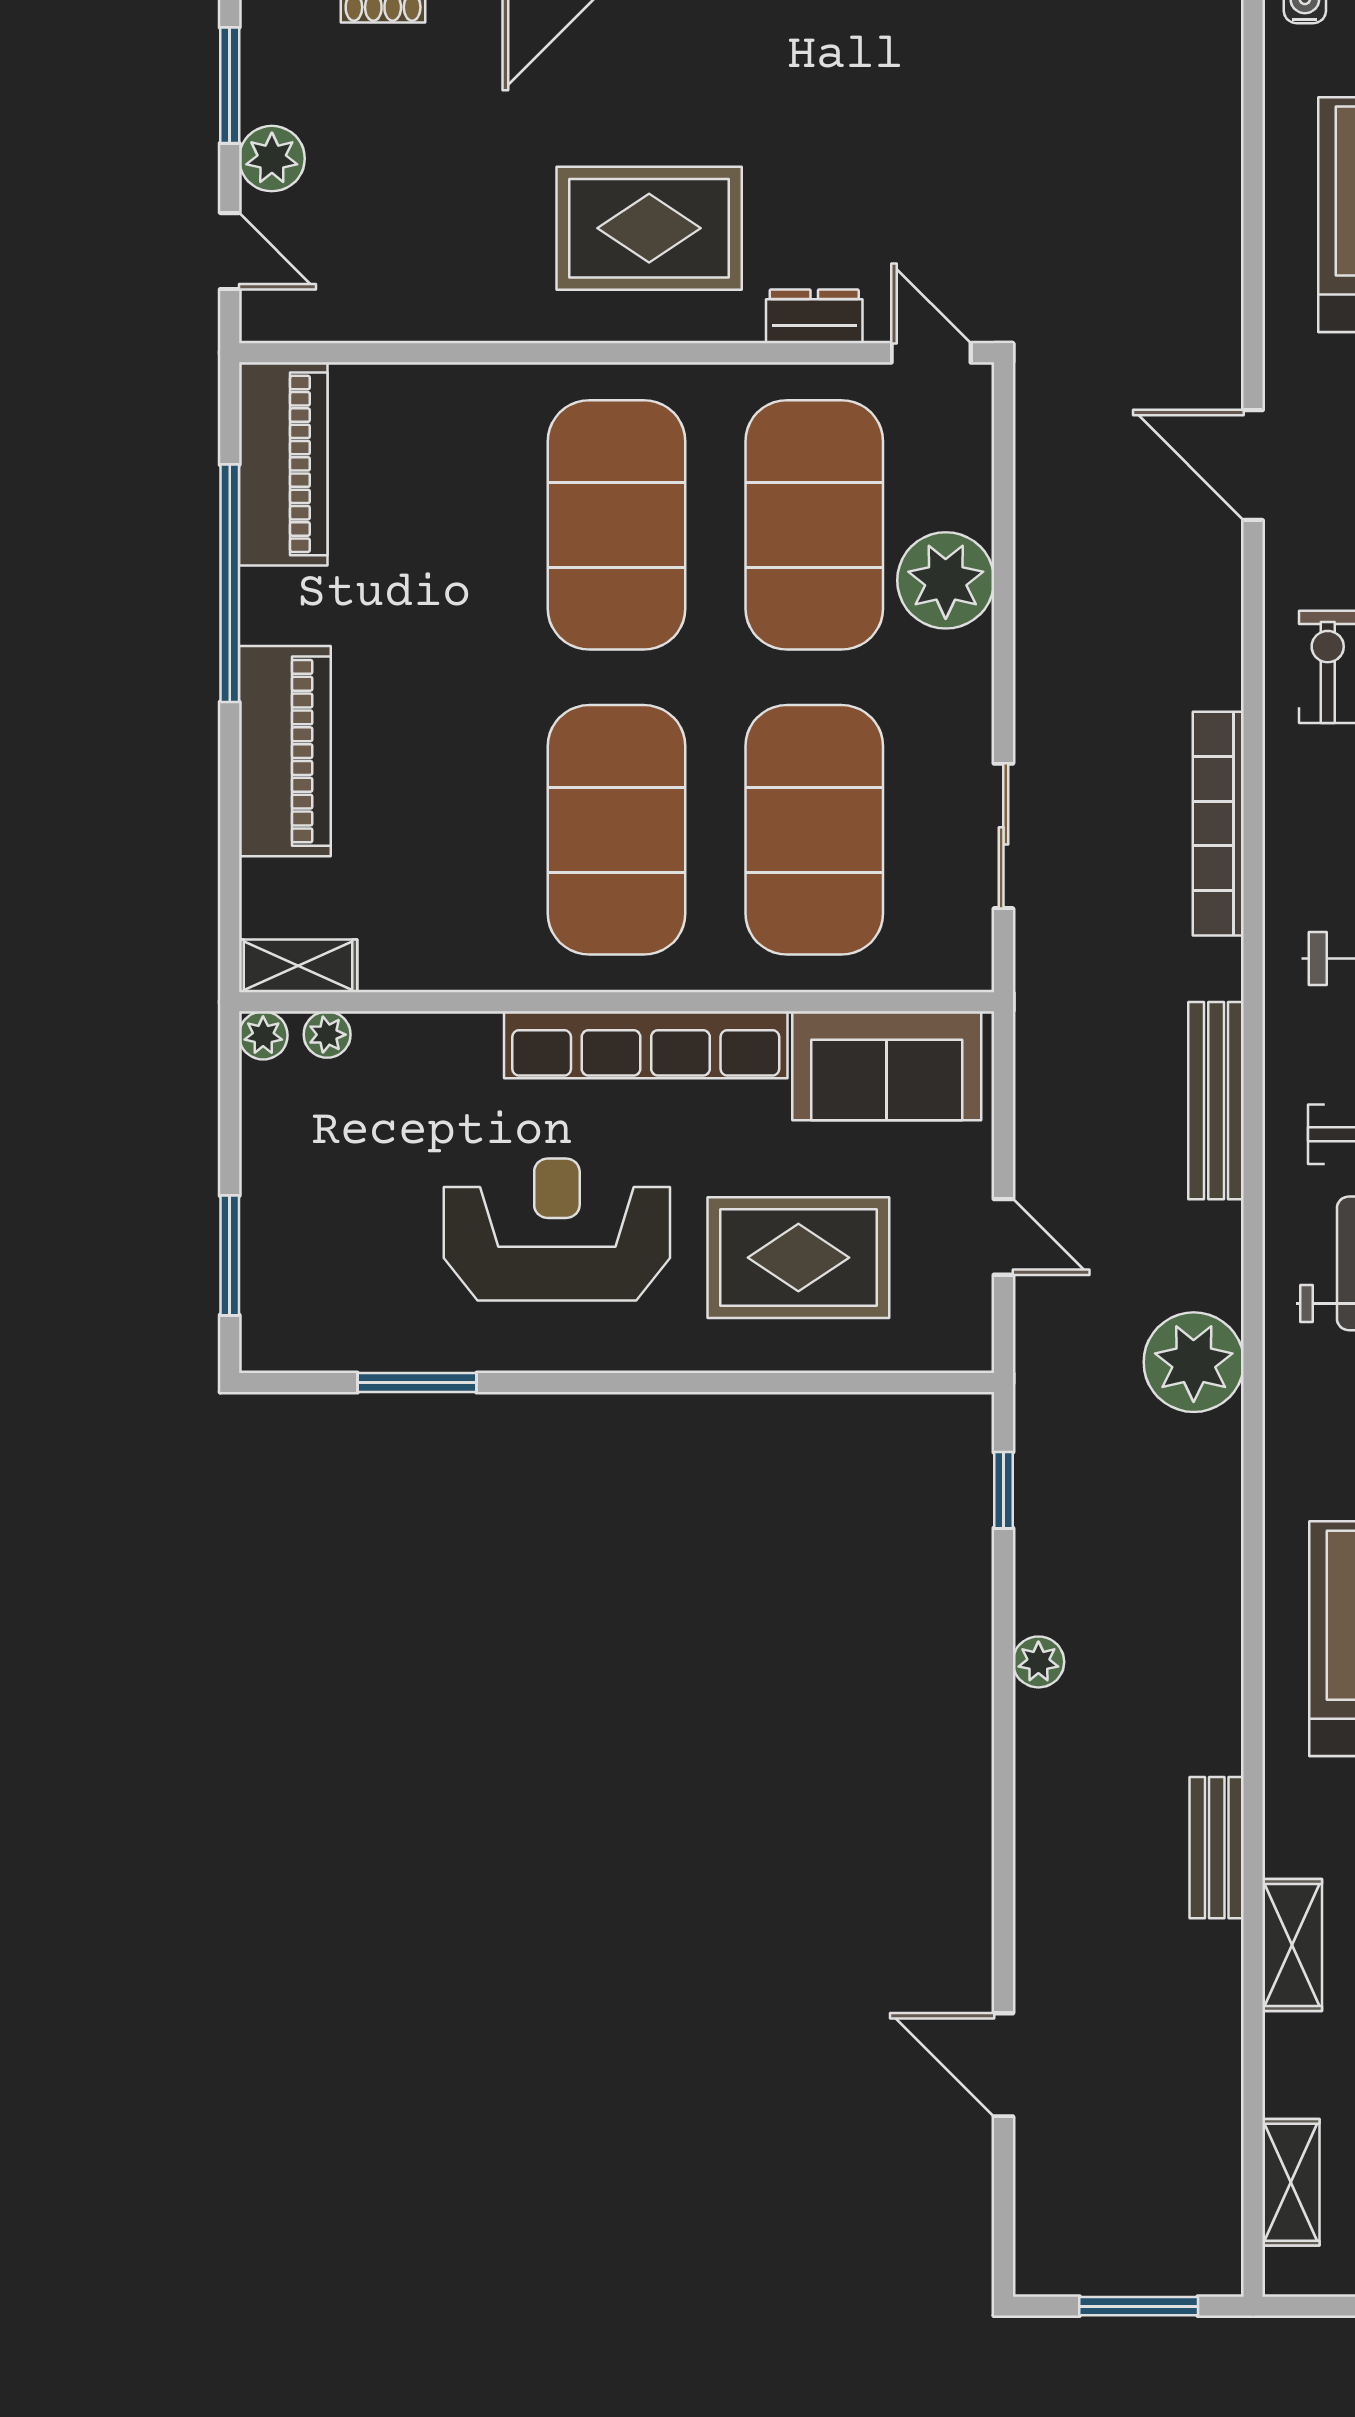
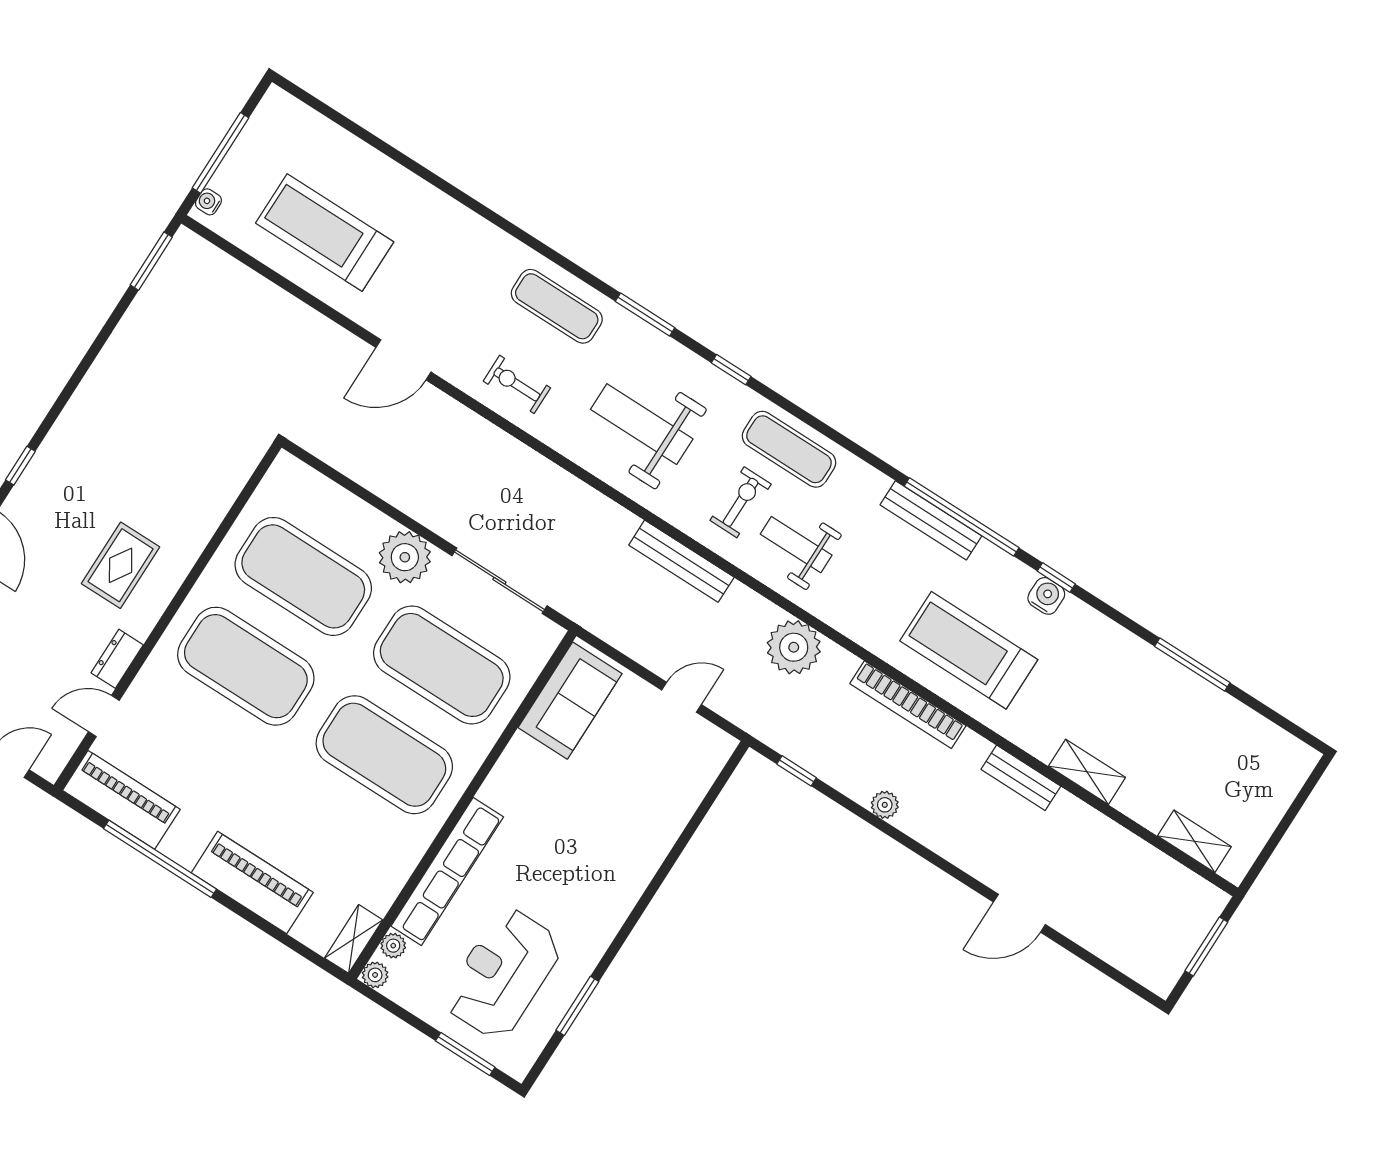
rug: (649, 228) -> (121, 565), width x0.73, depth x0.70
dresser: (814, 316) -> (117, 659), moved
door: (931, 353) -> (104, 716), moved
plant: (946, 580) -> (405, 557), moved
bookcase: (1218, 824) -> (908, 705), moved
sliding door: (1003, 836) -> (499, 581), width x1.37
row of seats: (646, 1045) -> (447, 871), moved
reception desk: (557, 1230) -> (503, 974), moved
rug: (798, 1258) -> (631, 796), removed
door: (1003, 2065) -> (1019, 913), moved

